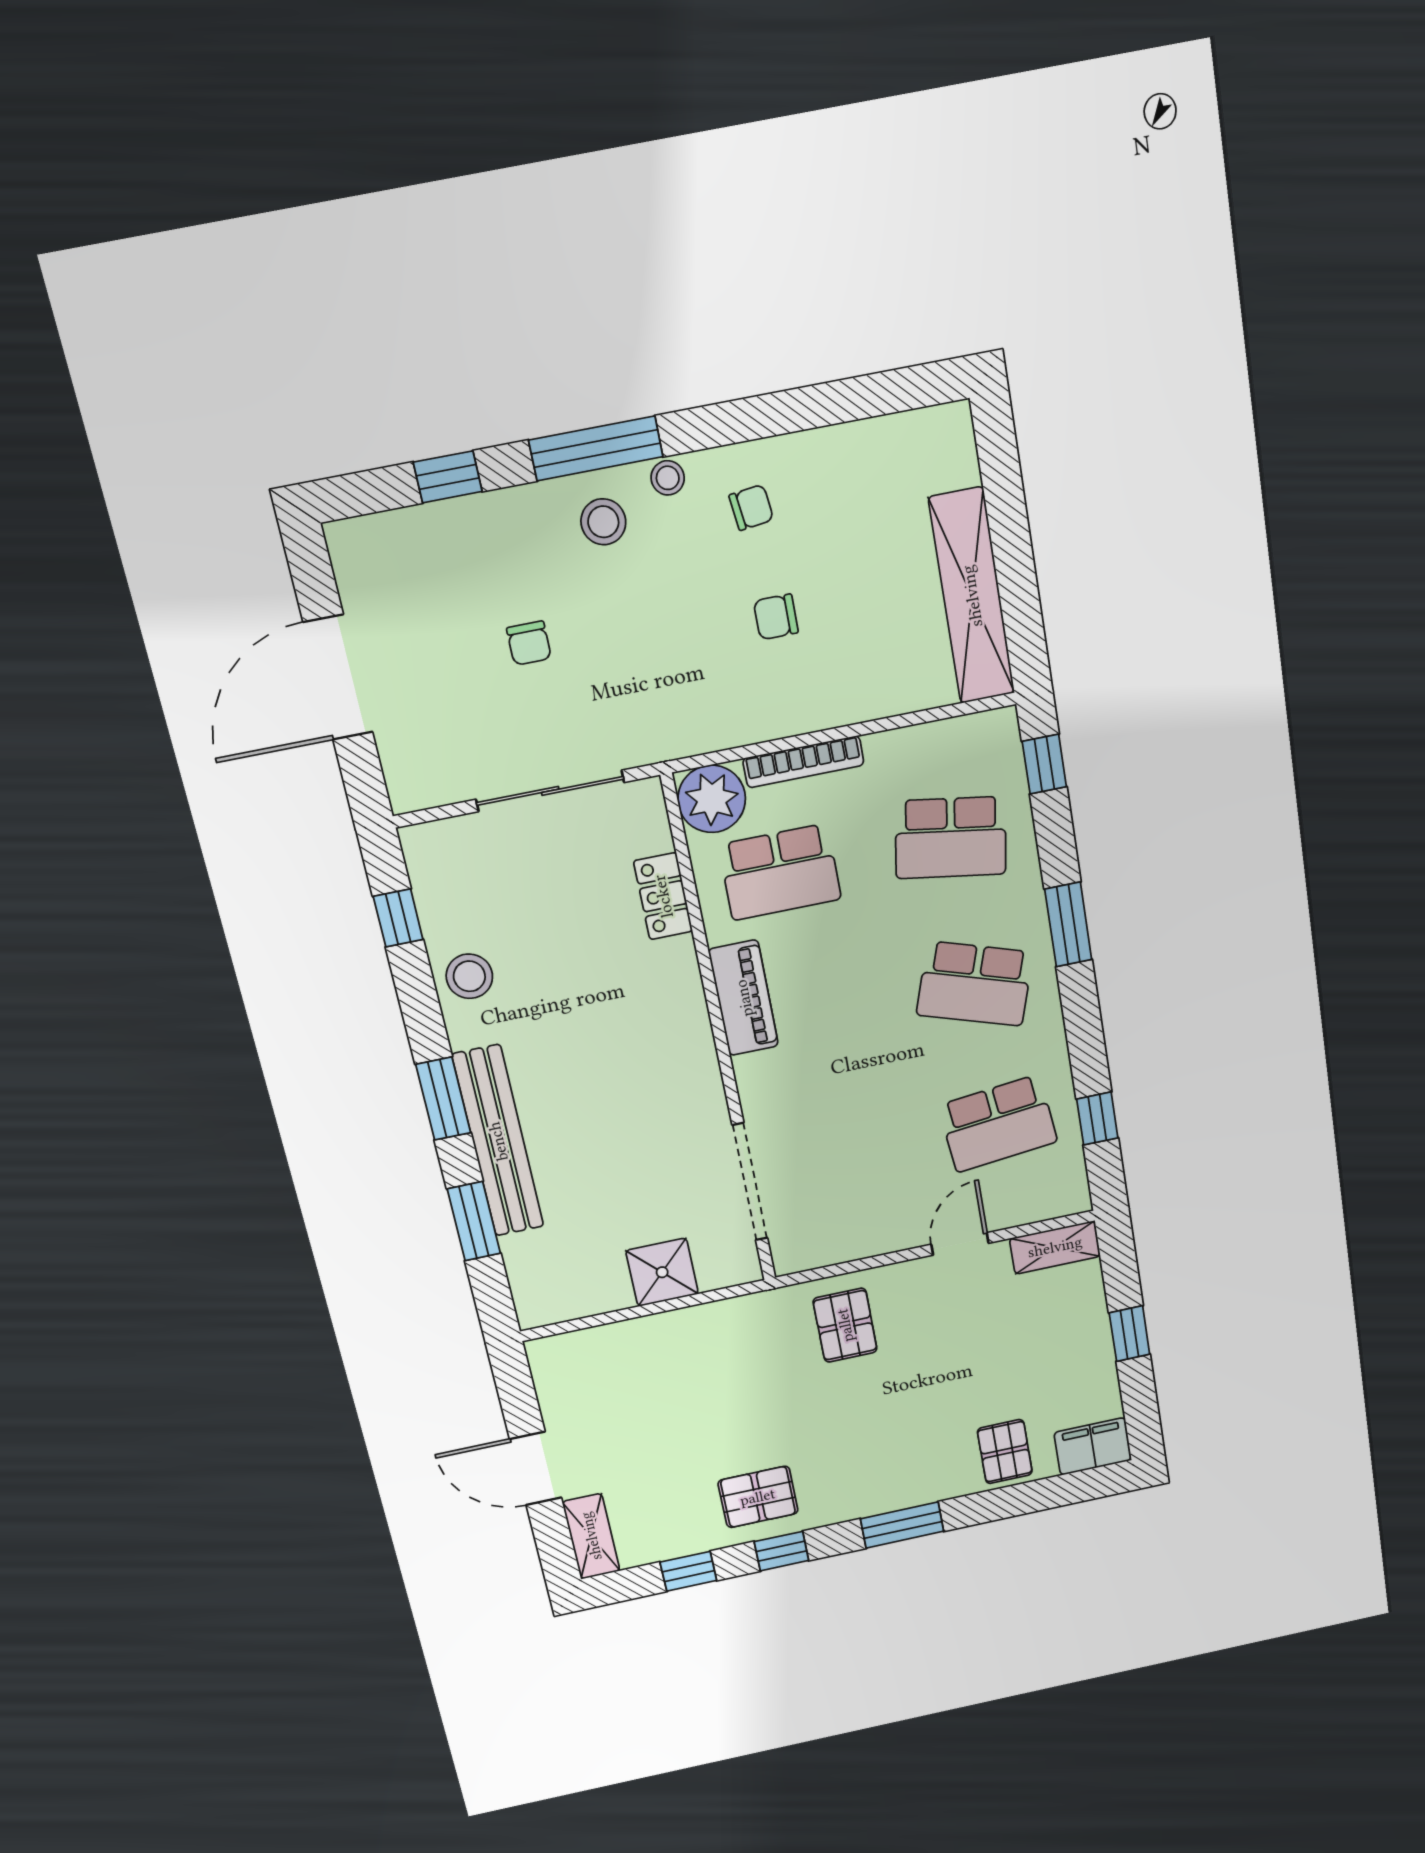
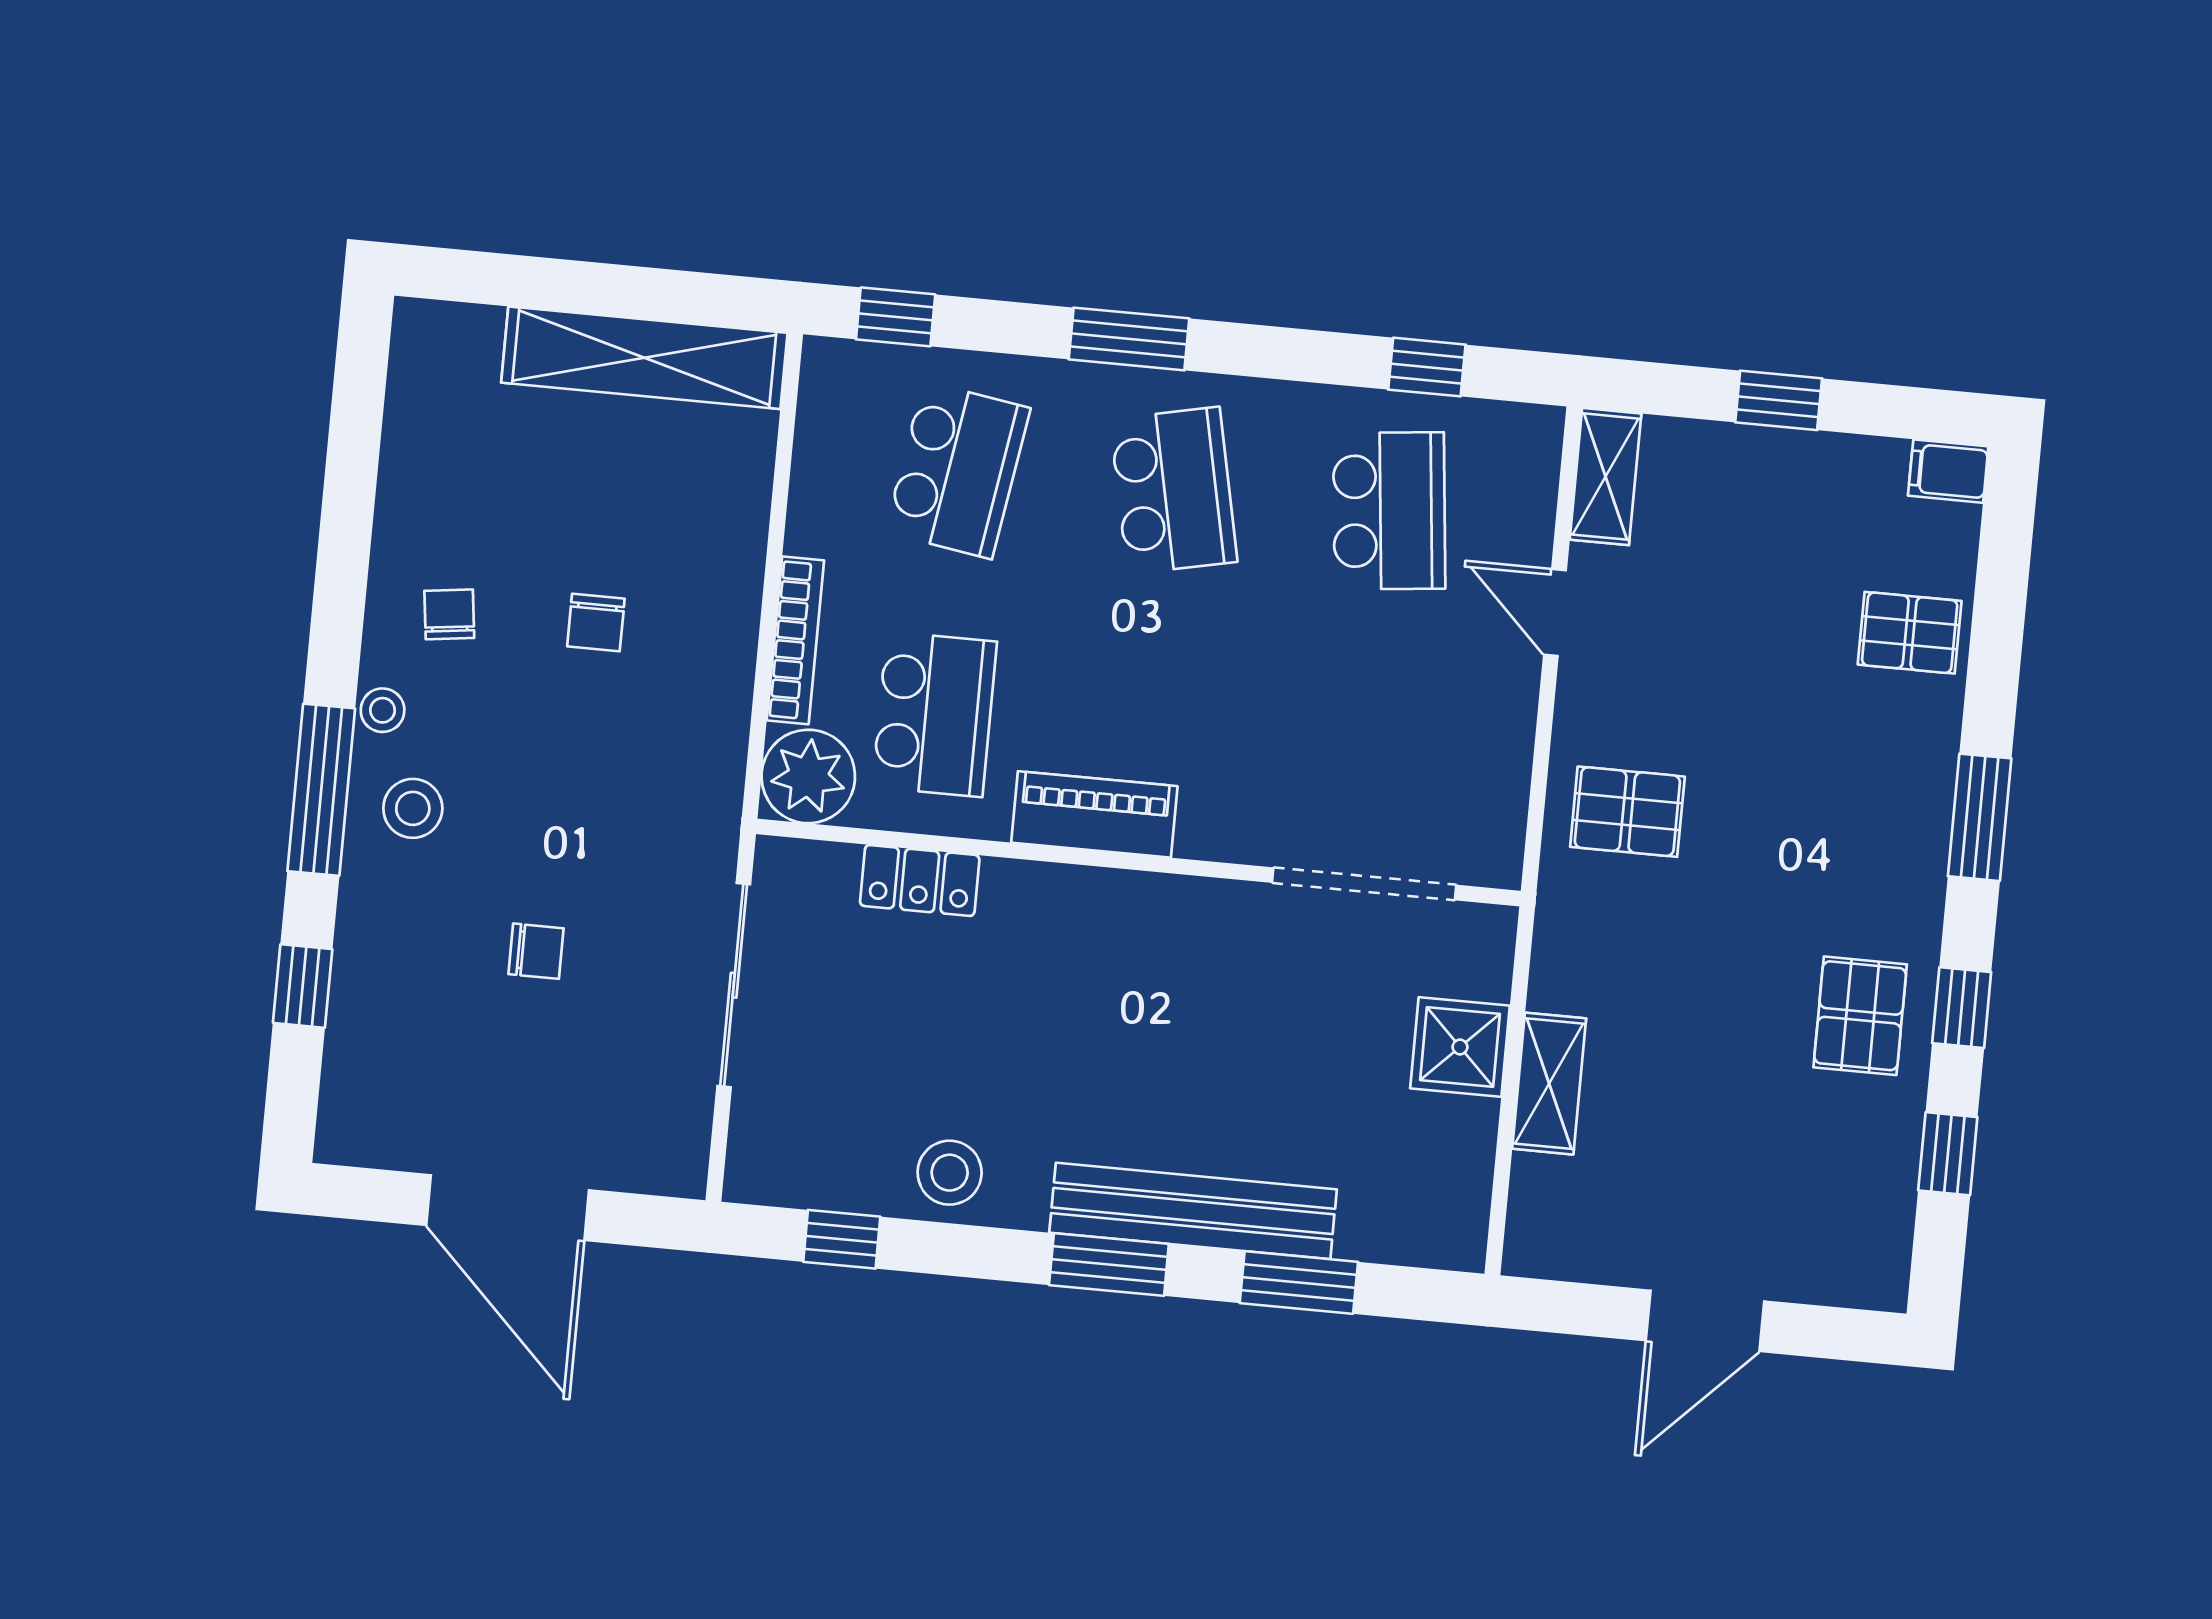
school desk: (975, 984) -> (1173, 490), turned -30
filing cabinet: (1093, 1446) -> (1948, 471), width x0.50
shelving: (591, 1536) -> (1549, 1084), moved, turned 90

